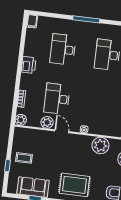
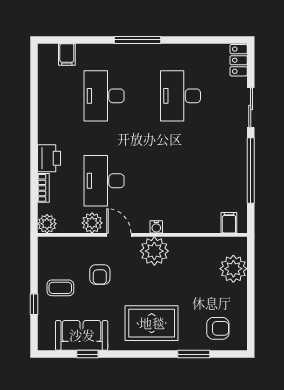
filing cabinet: (32, 21) -> (67, 54), moved
printer: (29, 65) -> (49, 158), moved
plant: (100, 145) -> (154, 251), moved
armchair: (48, 153) -> (100, 275), added

